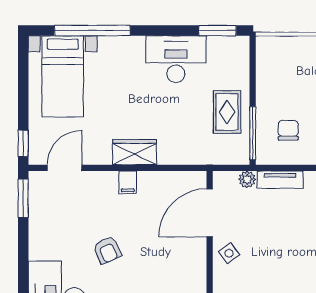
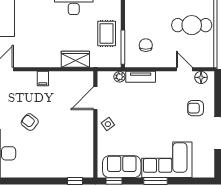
wardrobe: (135, 152) -> (75, 59), moved
door: (210, 213) -> (95, 98), width x0.73
armchair: (107, 250) -> (30, 122), turned 152

